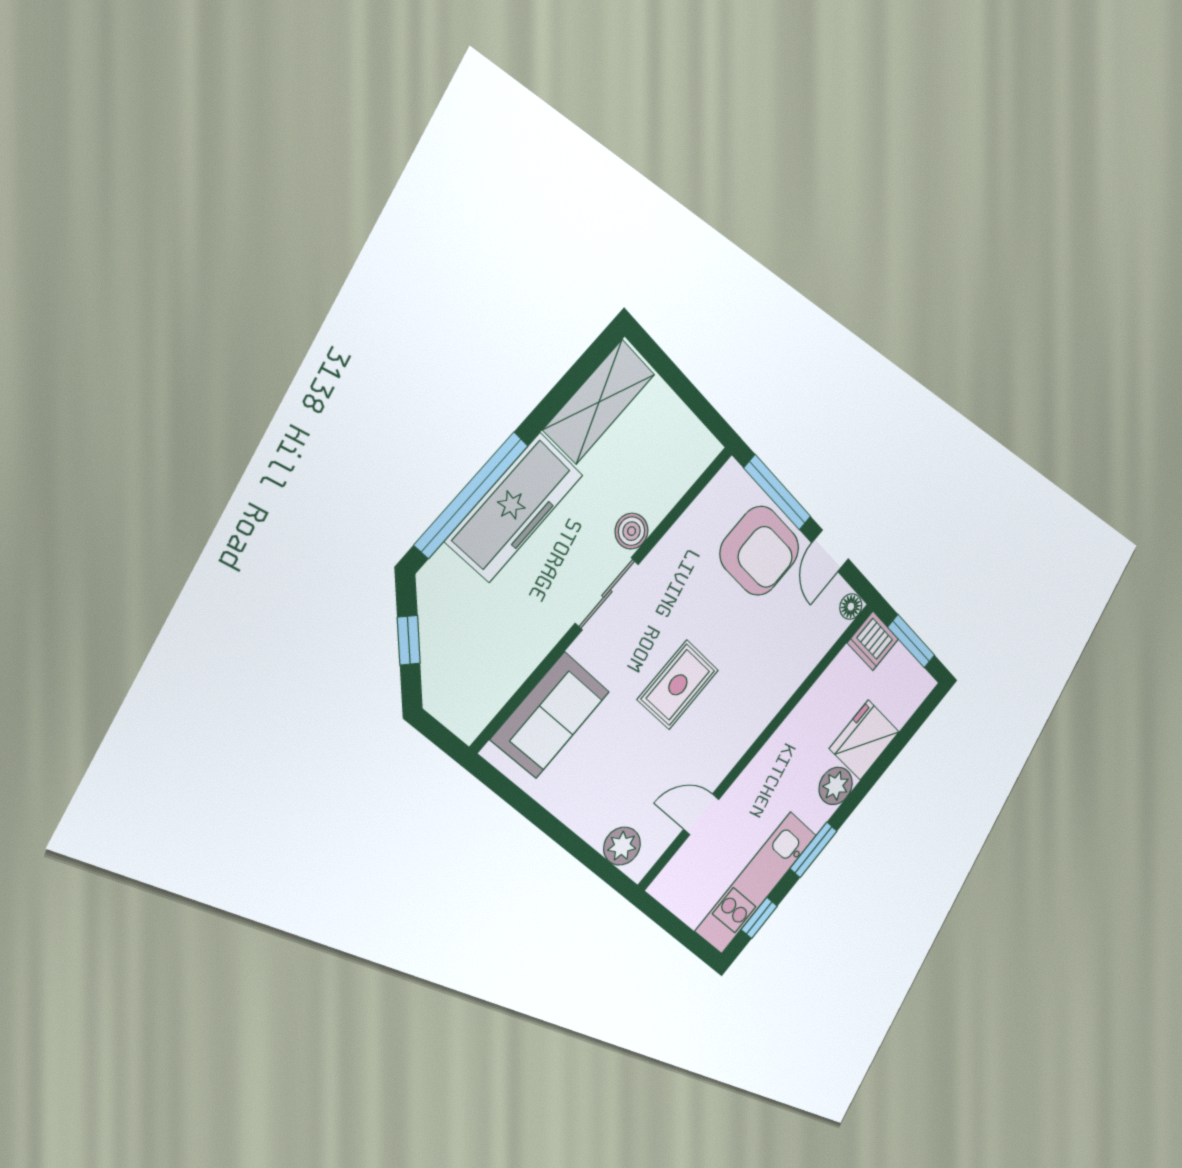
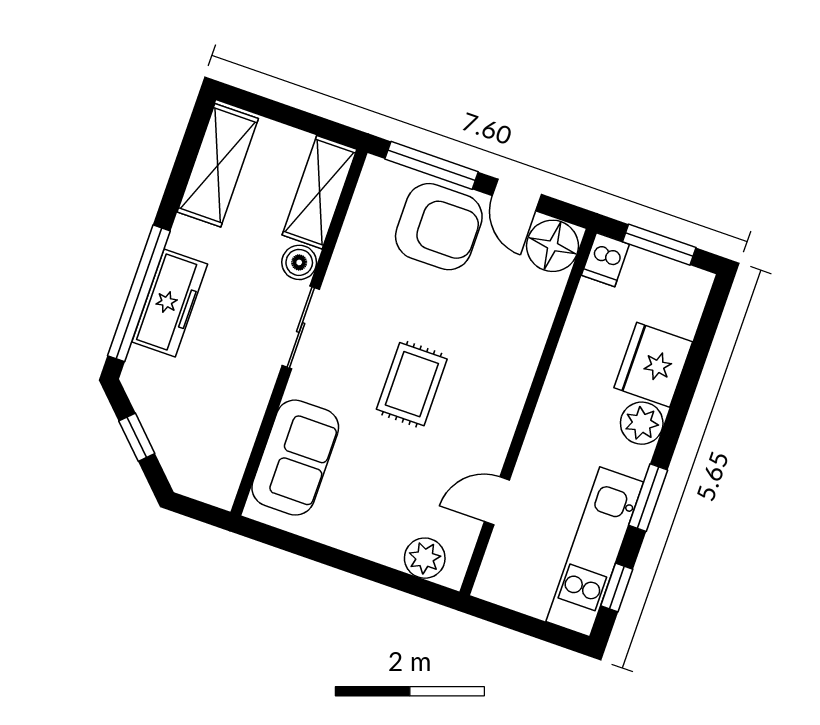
shelving: (677, 472) -> (320, 192), added
freezer: (514, 508) -> (170, 303), width x0.73, depth x0.79
floor lamp: (851, 607) -> (552, 246), width x1.89, depth x1.89
dishwasher: (873, 641) -> (605, 260), width x0.73

